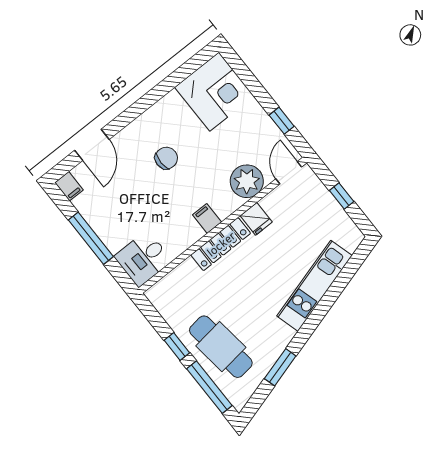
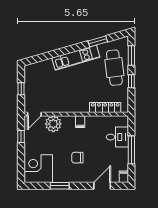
window: (159, 91) -> (60, 186), added
fridge: (256, 219) -> (61, 106), removed
locker: (221, 244) -> (105, 107), moved
desk: (143, 259) -> (117, 137), moved
kitchen unit: (314, 286) -> (76, 58), moved
window: (209, 387) -> (131, 55), width x0.69

